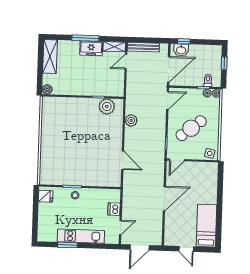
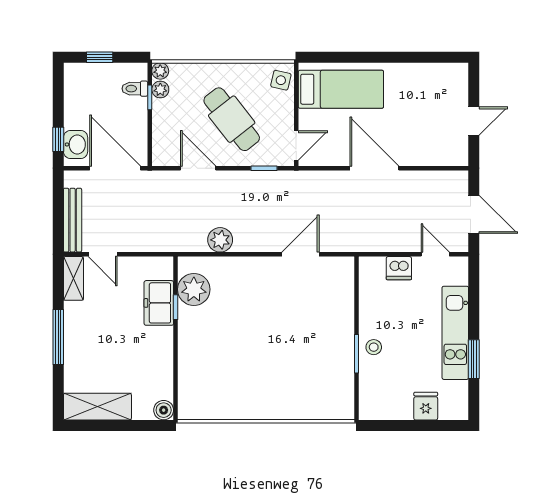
freezer: (91, 48) -> (159, 303), moved, turned 180
door: (168, 100) -> (198, 168), moved
door: (177, 160) -> (296, 145), hinge flipped
fridge: (46, 196) -> (426, 406), moved
bed: (207, 226) -> (341, 89), moved, turned 180

